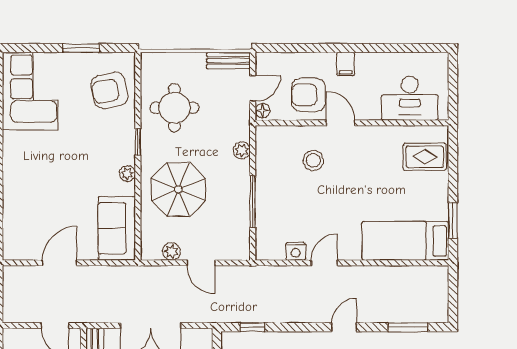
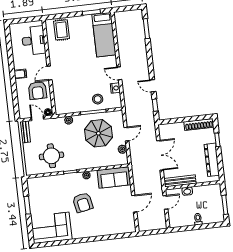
armchair: (109, 90) -> (83, 203), moved
stool: (313, 161) -> (98, 99), moved
parasol: (178, 189) -> (98, 133), moved
door: (60, 263) -> (134, 204), swing flipped
door: (344, 327) -> (153, 86), moved

